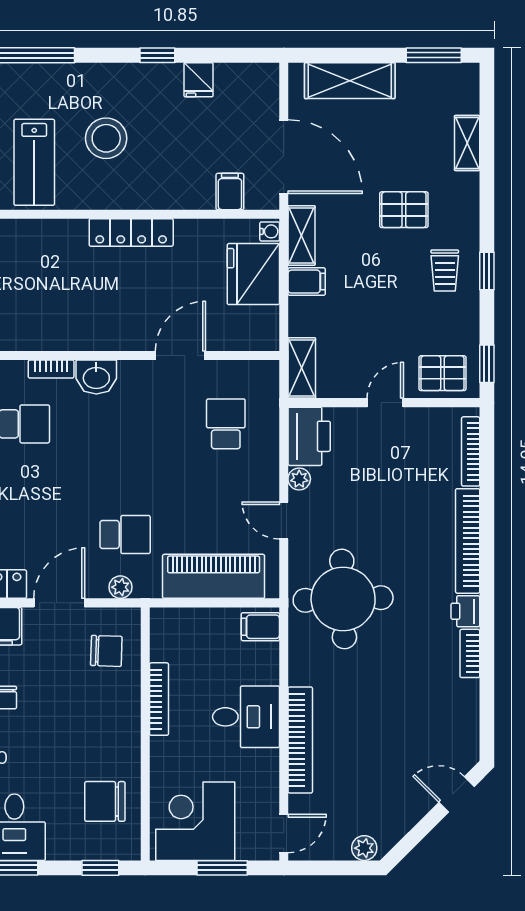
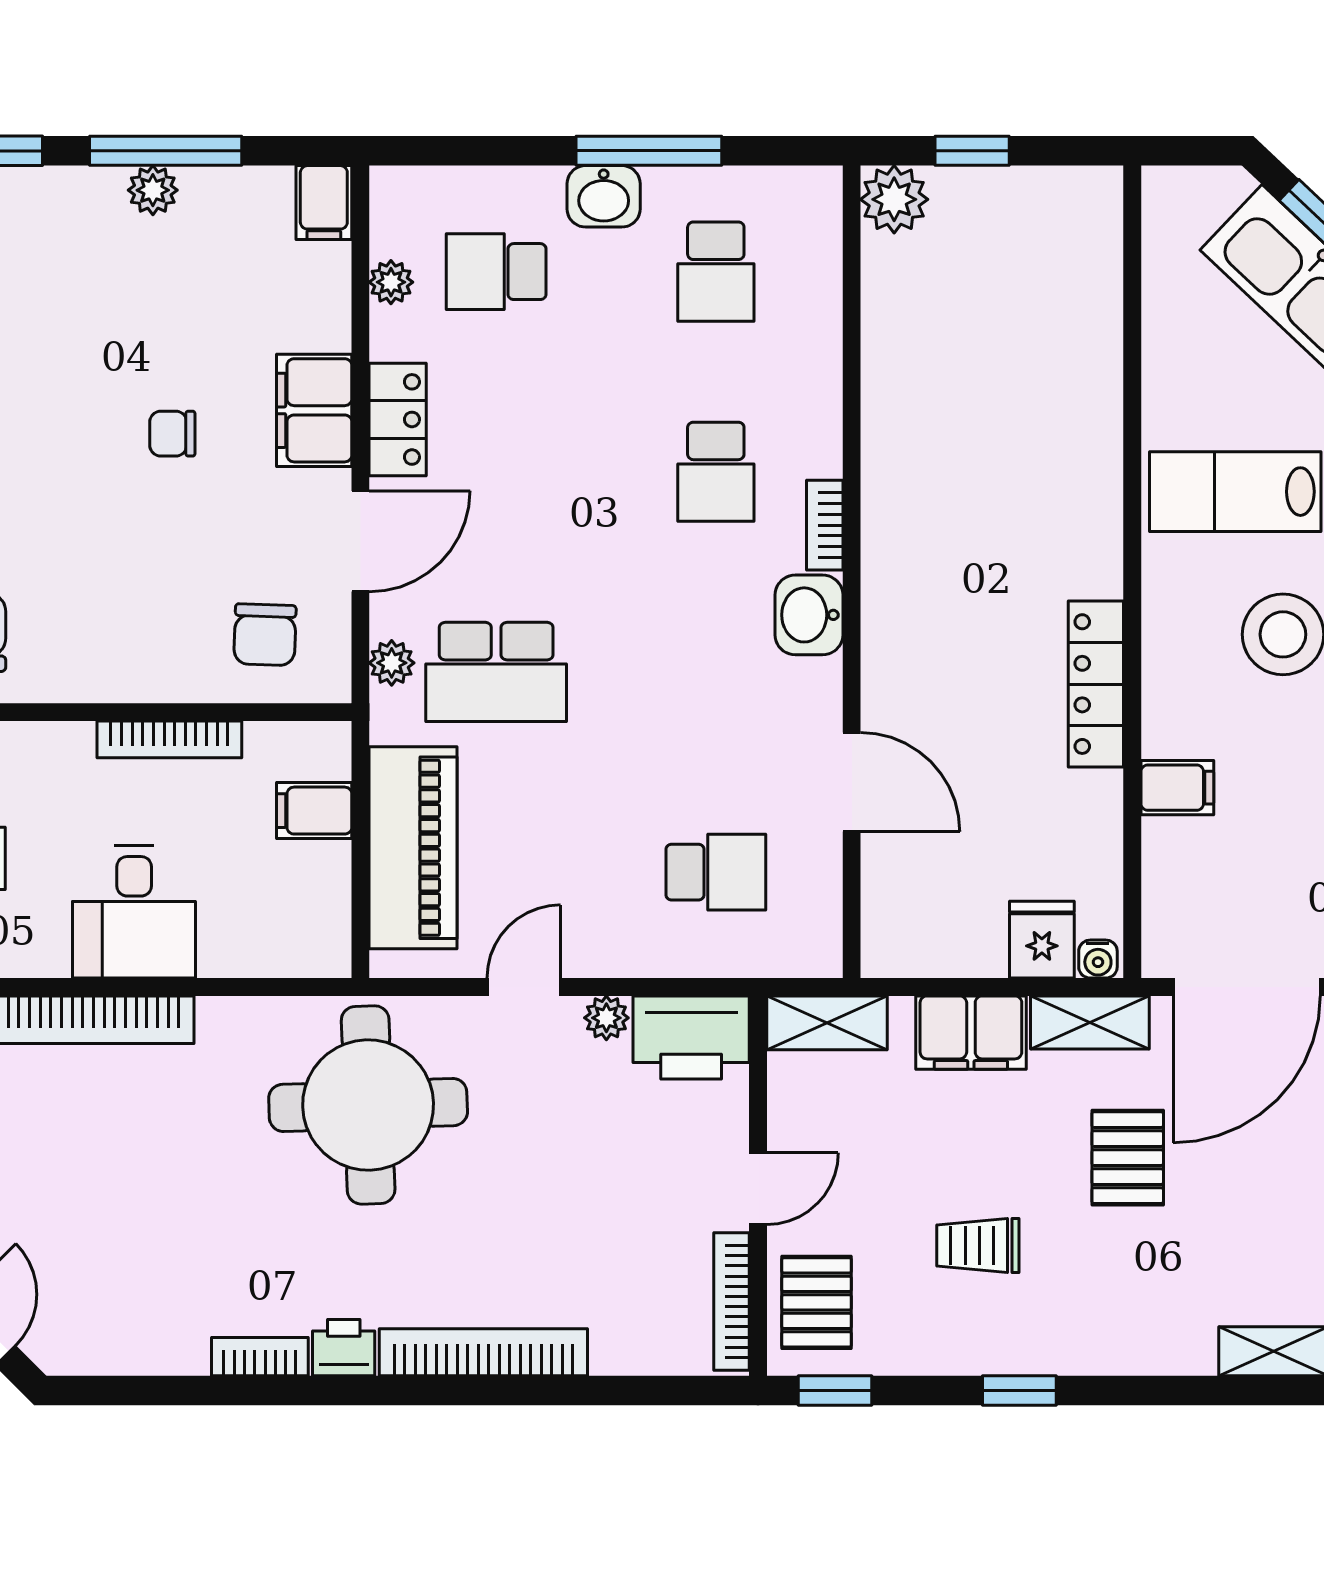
filing cabinet: (230, 192) -> (1177, 788), moved
pallet: (404, 210) -> (1128, 1158), moved
trolley: (445, 270) -> (978, 1246), moved
fridge: (253, 274) -> (1042, 940), width x0.53, depth x0.75
filing cabinet: (307, 282) -> (971, 1033), width x2.00
door: (385, 403) -> (758, 1189), hinge flipped
bookcase: (471, 451) -> (732, 1301), moved, turned -90
school desk: (125, 534) -> (496, 672), width x1.85
door: (59, 603) -> (360, 541), hinge flipped
filing cabinet: (260, 627) -> (314, 811), moved, turned -90

